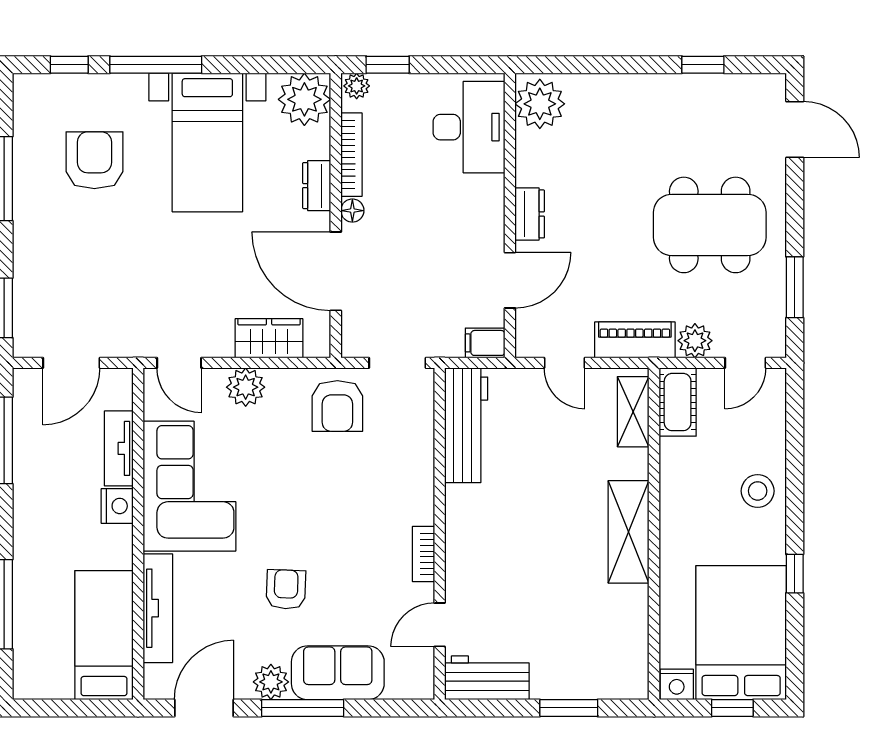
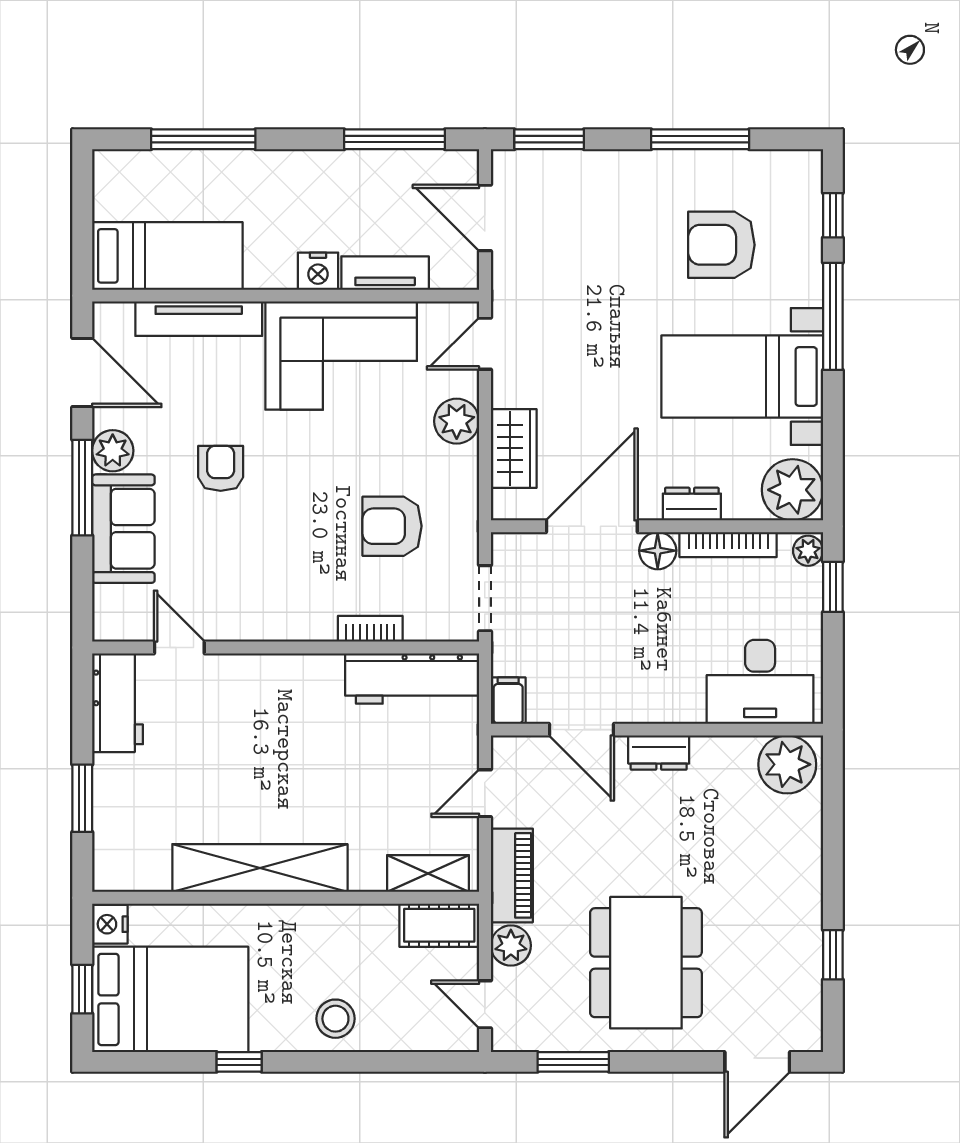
armchair: (94, 160) -> (721, 245), turned 180
floor lamp: (352, 211) -> (658, 551), width x1.37, depth x1.37
armchair: (337, 406) -> (392, 526), moved
shelving: (629, 532) -> (260, 868), width x1.47
bookcase: (424, 554) -> (370, 629), moved
armchair: (286, 589) -> (221, 468), turned -92

